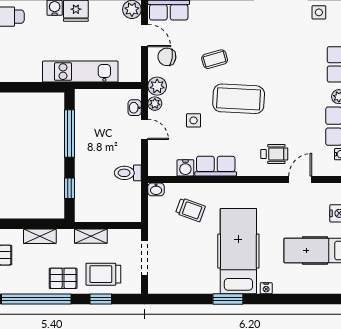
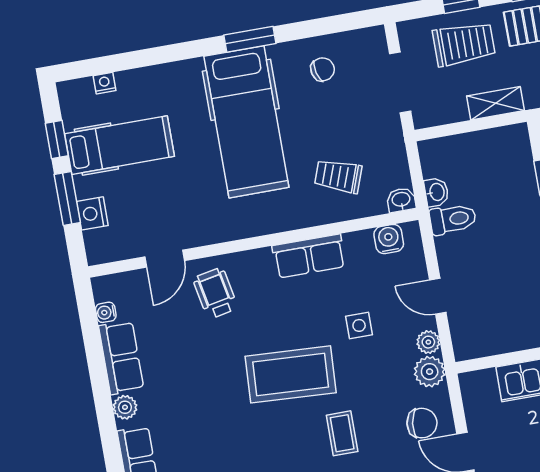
coffee table: (215, 59) -> (342, 433), turned -74
washbasin: (135, 108) -> (436, 192), moved
wheelchair: (274, 154) -> (215, 293), turned 79
water cooler: (185, 168) -> (389, 239), moved
chair: (189, 274) -> (323, 69), added
nightstand: (266, 288) -> (104, 83), moved

